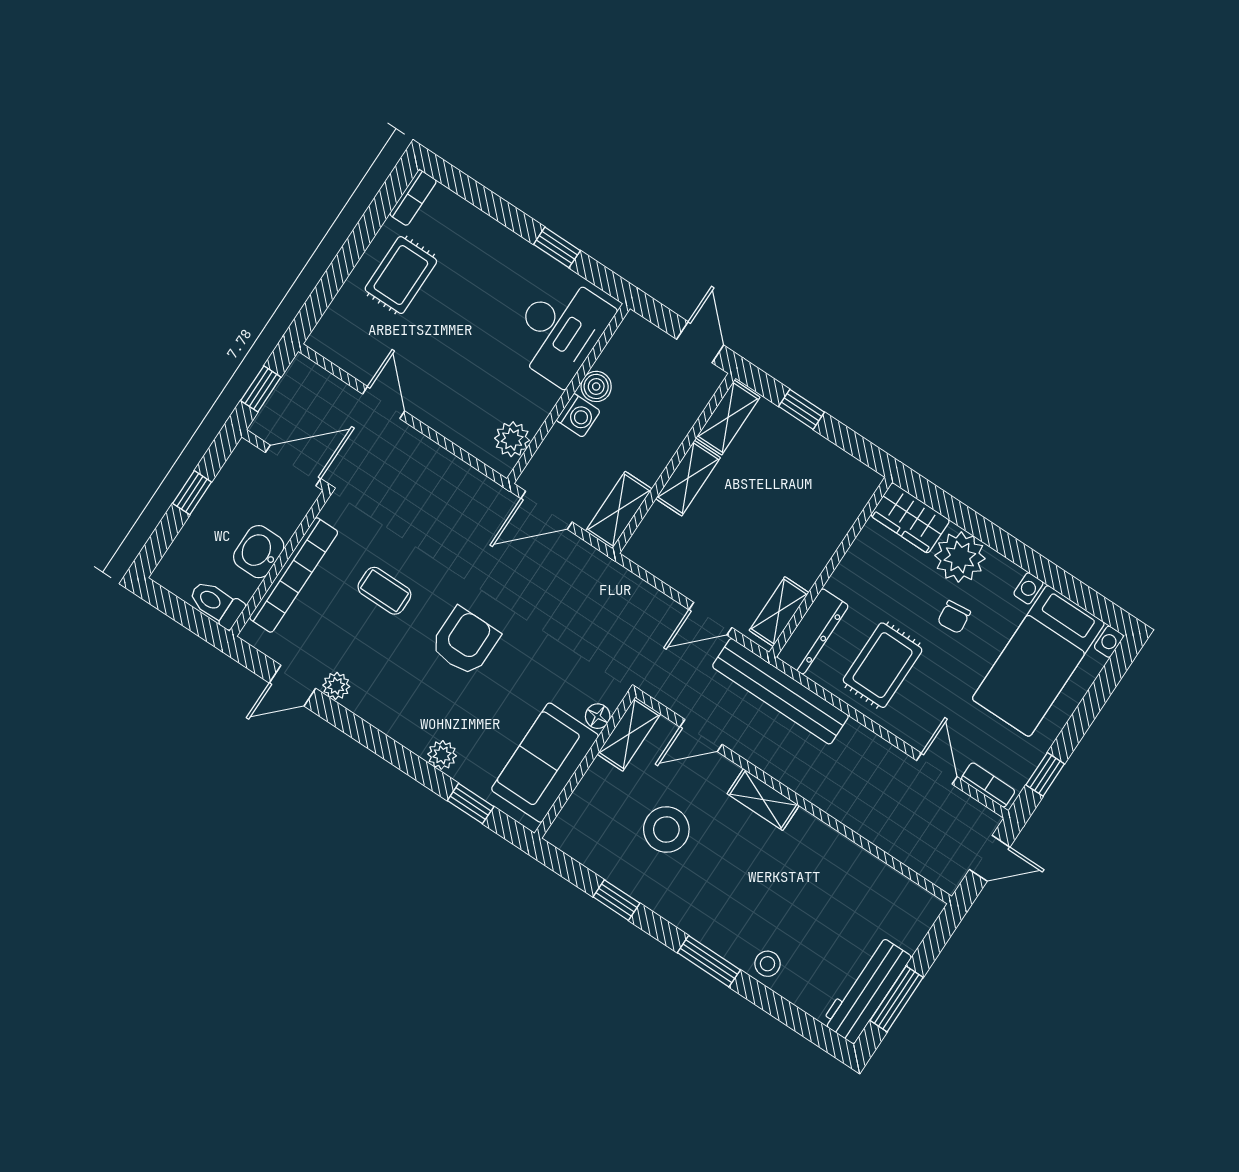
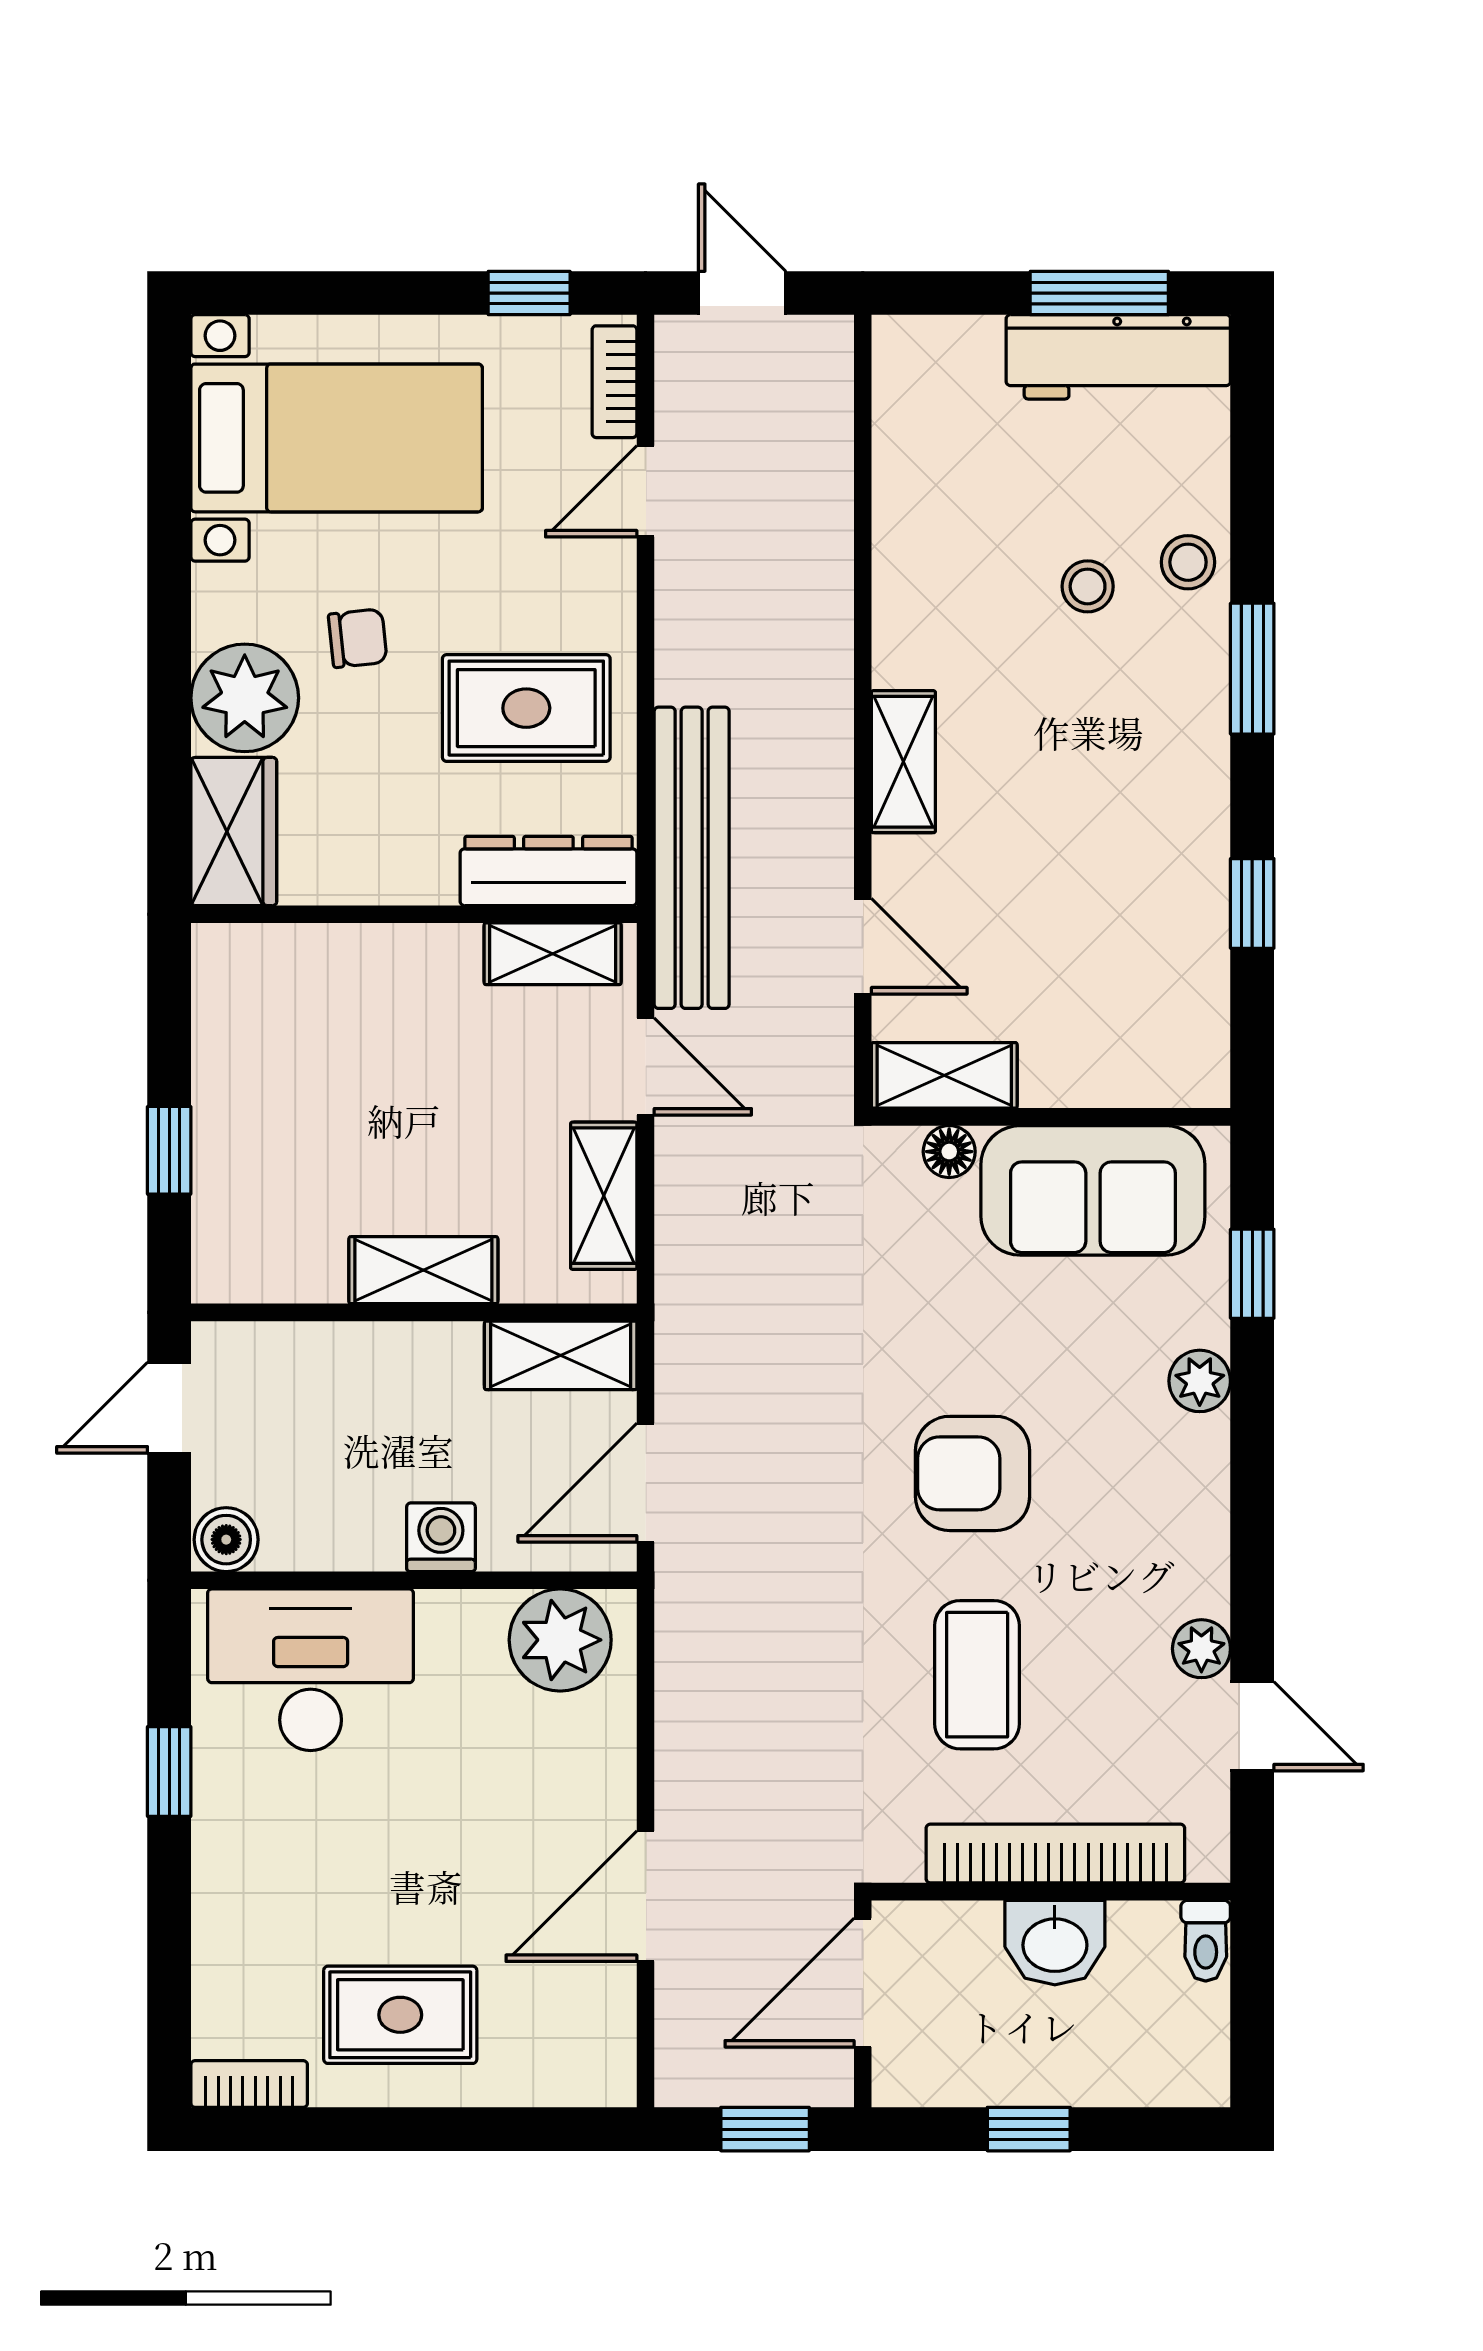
boiler: (596, 386) -> (226, 1540), moved
door: (384, 403) -> (646, 1896), width x1.38
shelving: (728, 418) -> (604, 1196), moved, turned 90
plant: (512, 439) -> (560, 1640), width x1.36, depth x1.36
door: (293, 465) -> (863, 1983), hinge flipped
door: (546, 510) -> (646, 1483), swing flipped
coffee table: (384, 591) -> (977, 1675), width x1.36, depth x1.30
toilet: (216, 604) -> (1206, 1941), width x0.73, depth x0.72
stool: (666, 829) -> (1088, 586), moved, width x0.53, depth x0.53

